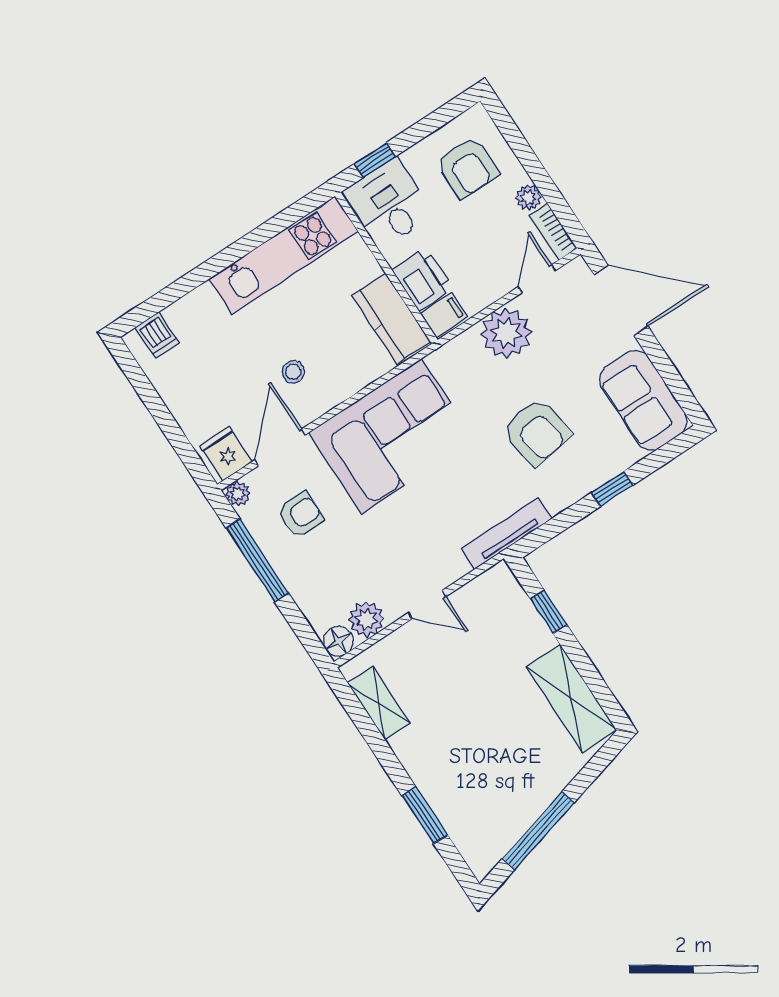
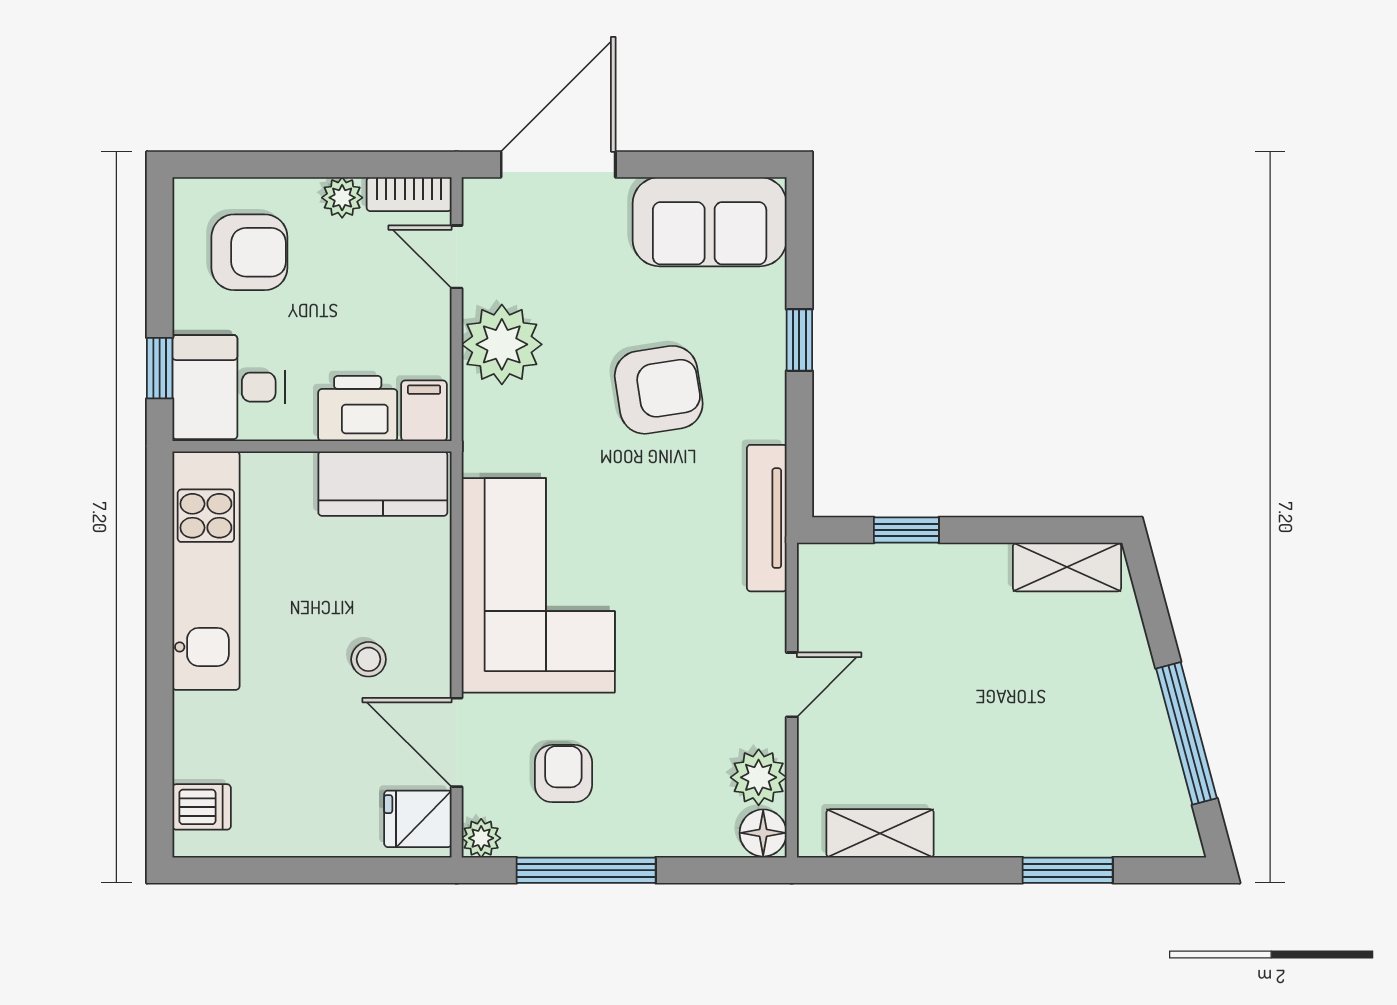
shelving: (571, 698) -> (1067, 567), width x0.67, depth x0.75

